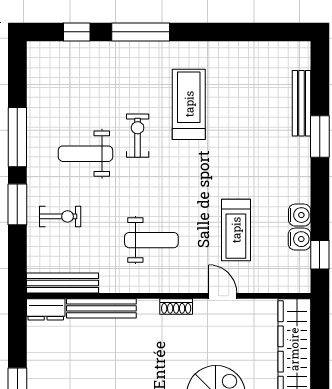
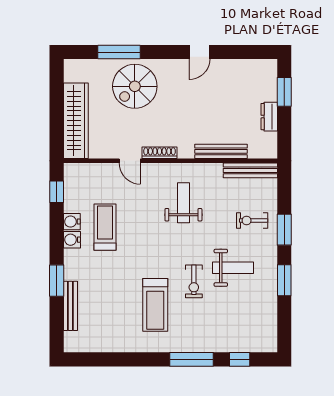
window: (17, 137) -> (284, 280), width x0.69
treadmill: (236, 230) -> (105, 227), moved
water cooler: (300, 239) -> (72, 240), moved
weight bench: (151, 240) -> (183, 203), turned 90
shoe rack: (176, 306) -> (160, 153), width x1.43
dresser: (46, 309) -> (269, 117), moved, turned -90

